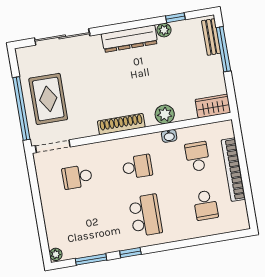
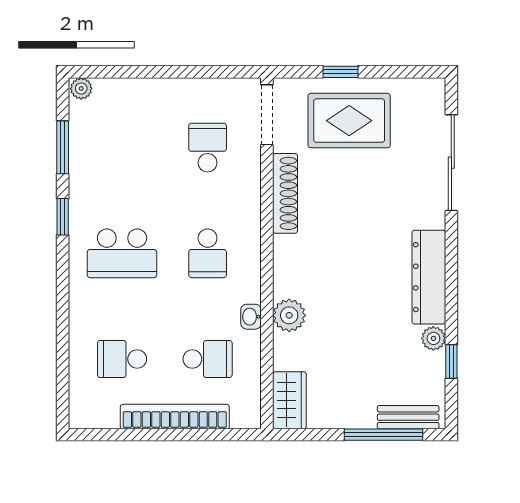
window: (21, 109) -> (341, 72), width x0.32
shoe rack: (121, 124) -> (285, 193), moved

